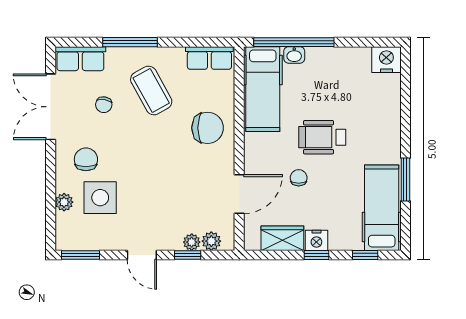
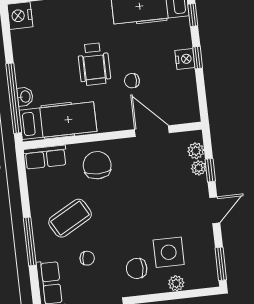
row of seats: (209, 58) -> (45, 157), moved, turned 90
wardrobe: (282, 238) -> (186, 89), removed

